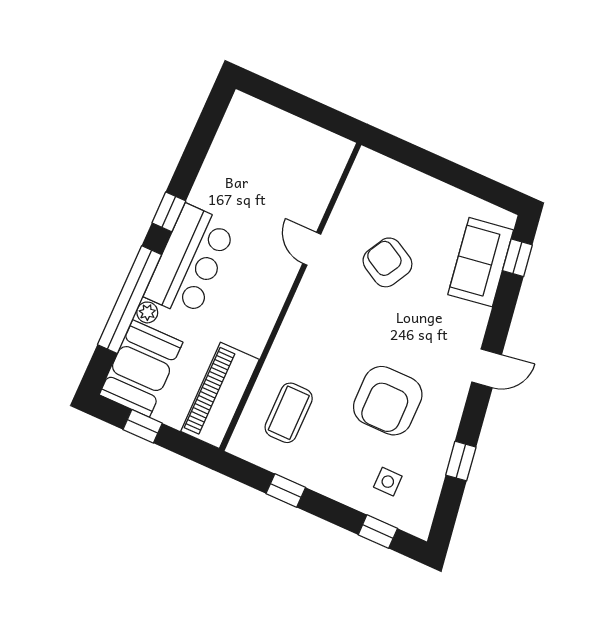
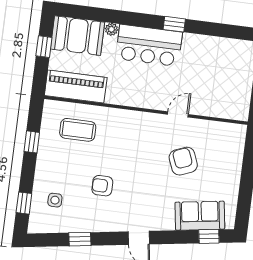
armchair: (387, 262) -> (183, 161), turned -51
window: (130, 300) -> (116, 17), removed
armchair: (388, 401) -> (102, 186), width x0.53, depth x0.53

